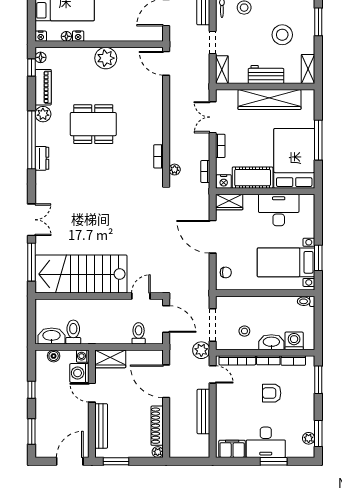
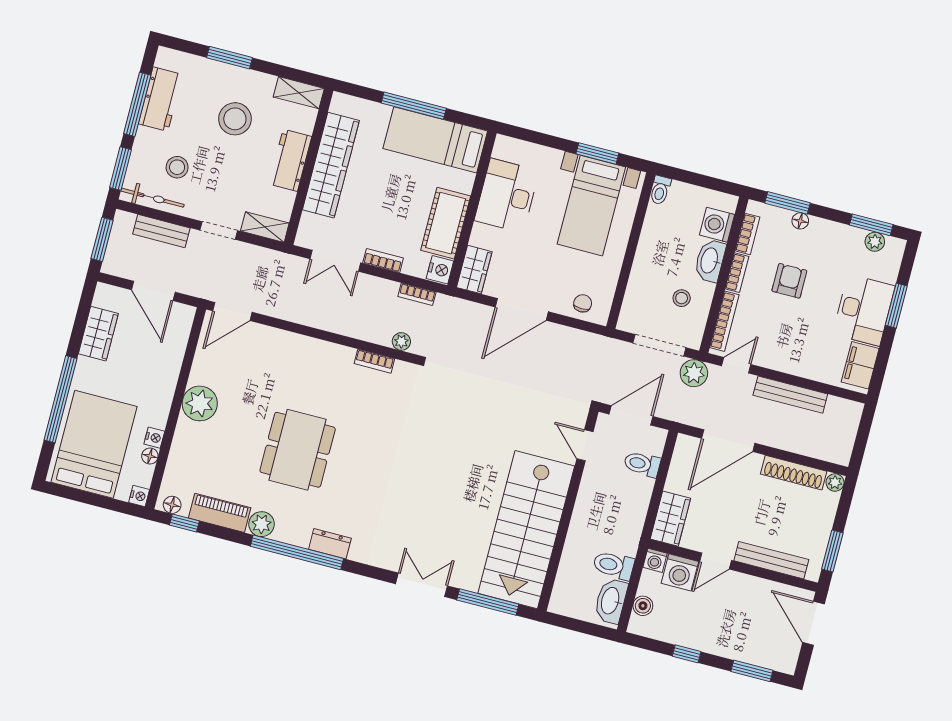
bed: (294, 158) -> (435, 140), width x0.67
floor lamp: (309, 390) -> (800, 221), added
armchair: (272, 393) -> (789, 281), turned 180

